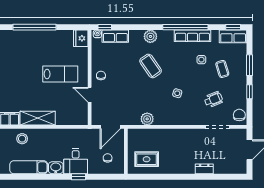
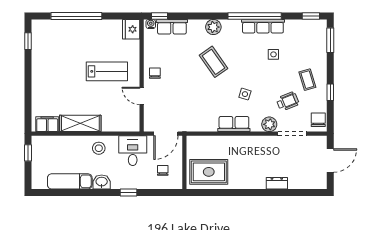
row of seats: (233, 36) -> (234, 124), moved, turned 180
window: (249, 65) -> (330, 40), moved
coffee table: (222, 69) -> (307, 80), moved
plant: (147, 119) -> (269, 124), moved
stool: (22, 139) -> (99, 148), moved
rug: (147, 159) -> (209, 172), width x1.36, depth x1.43
desk: (76, 161) -> (133, 151), moved, turned 180

